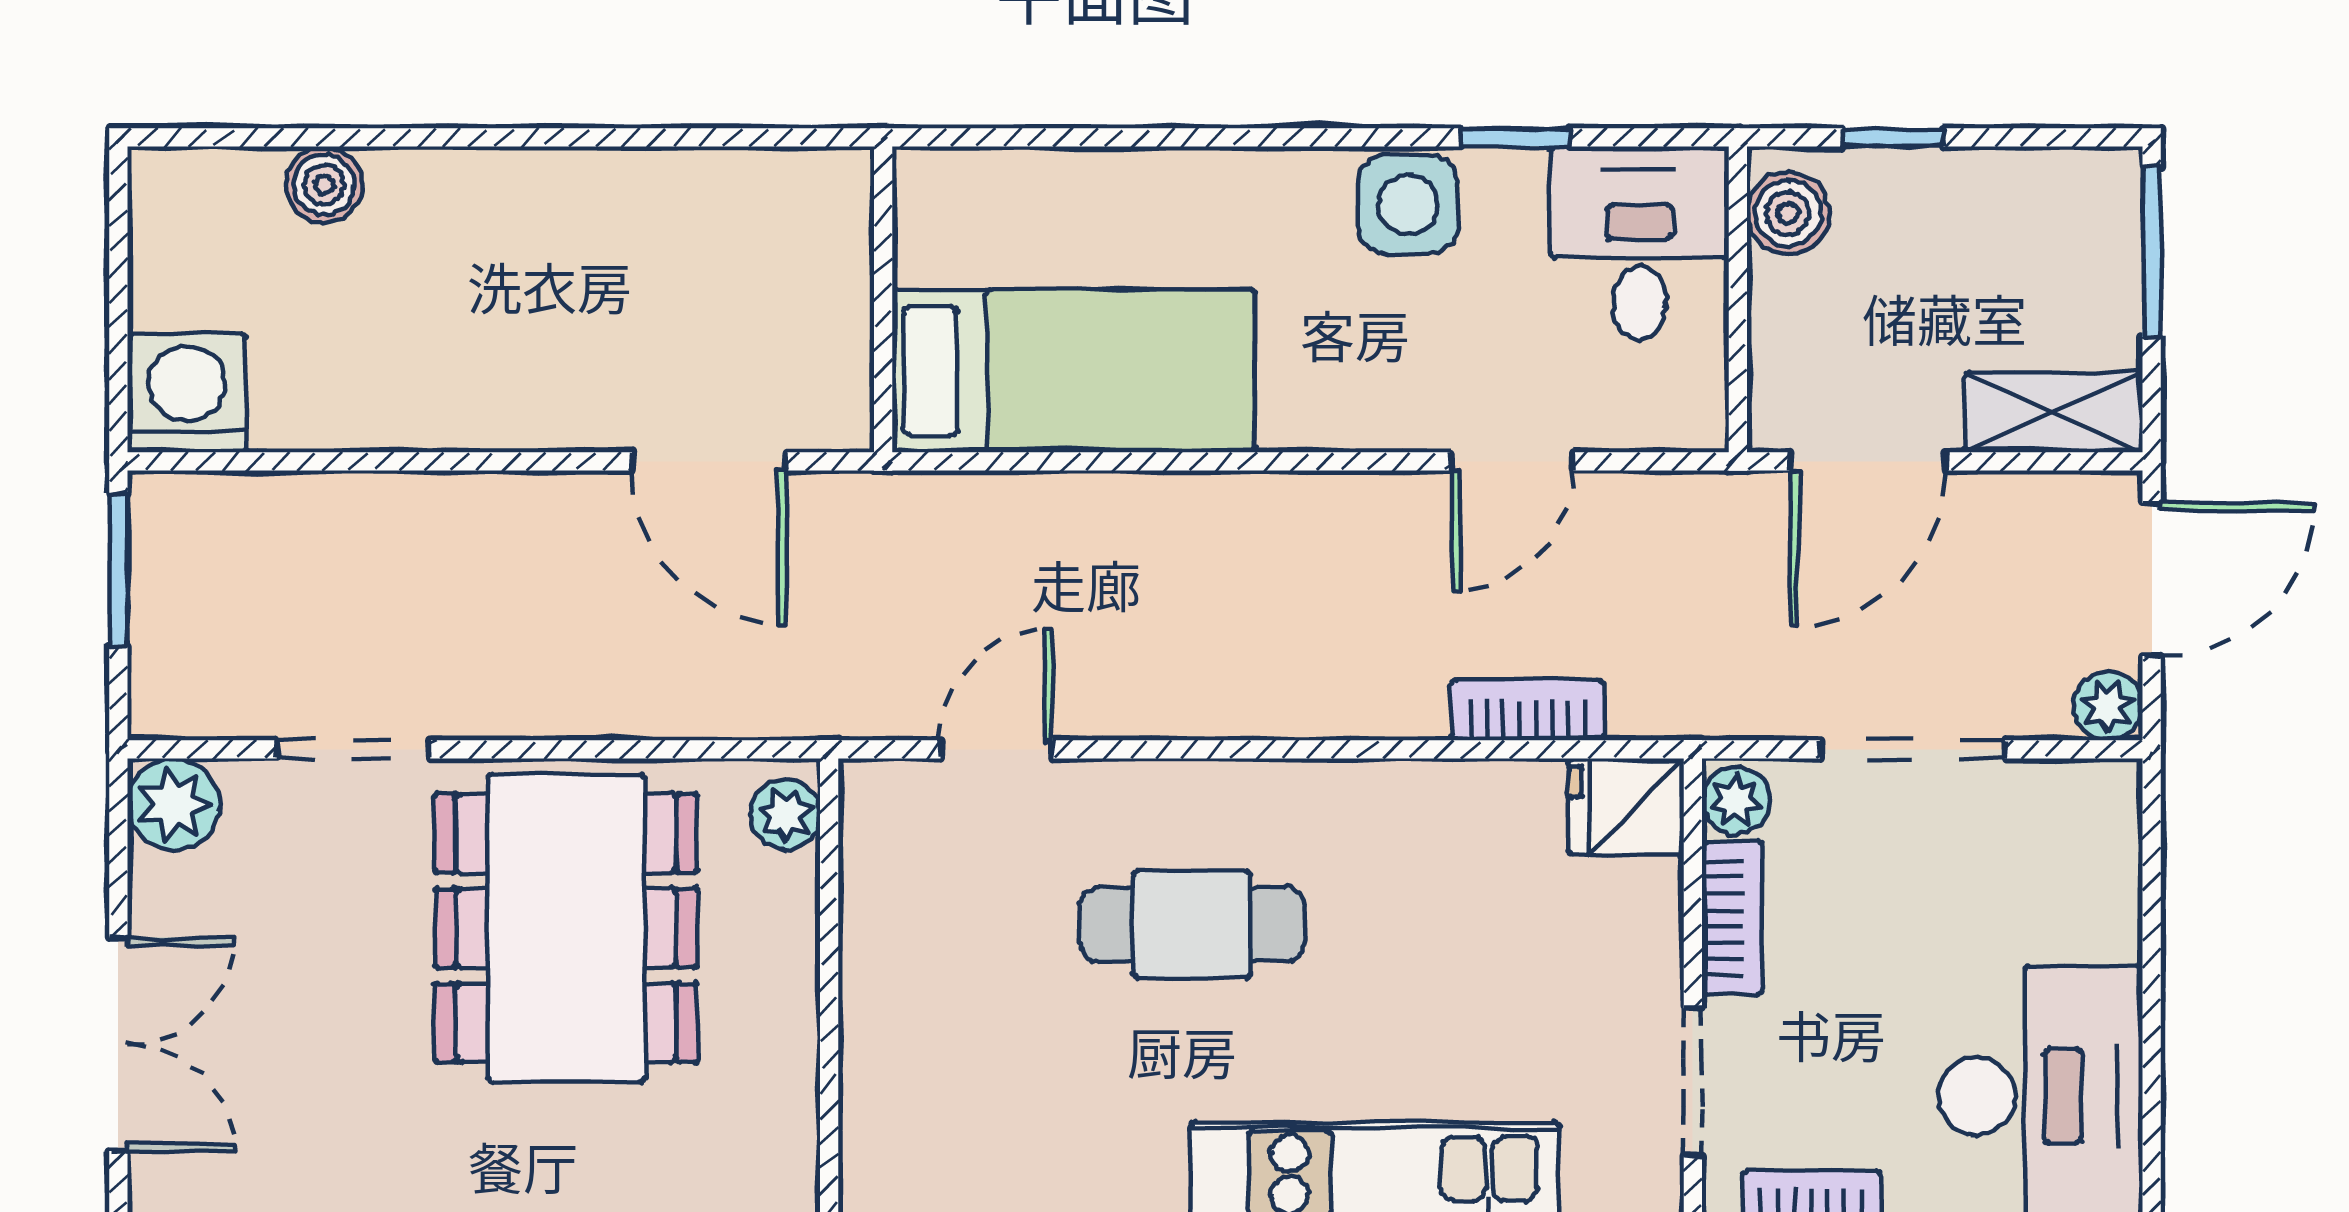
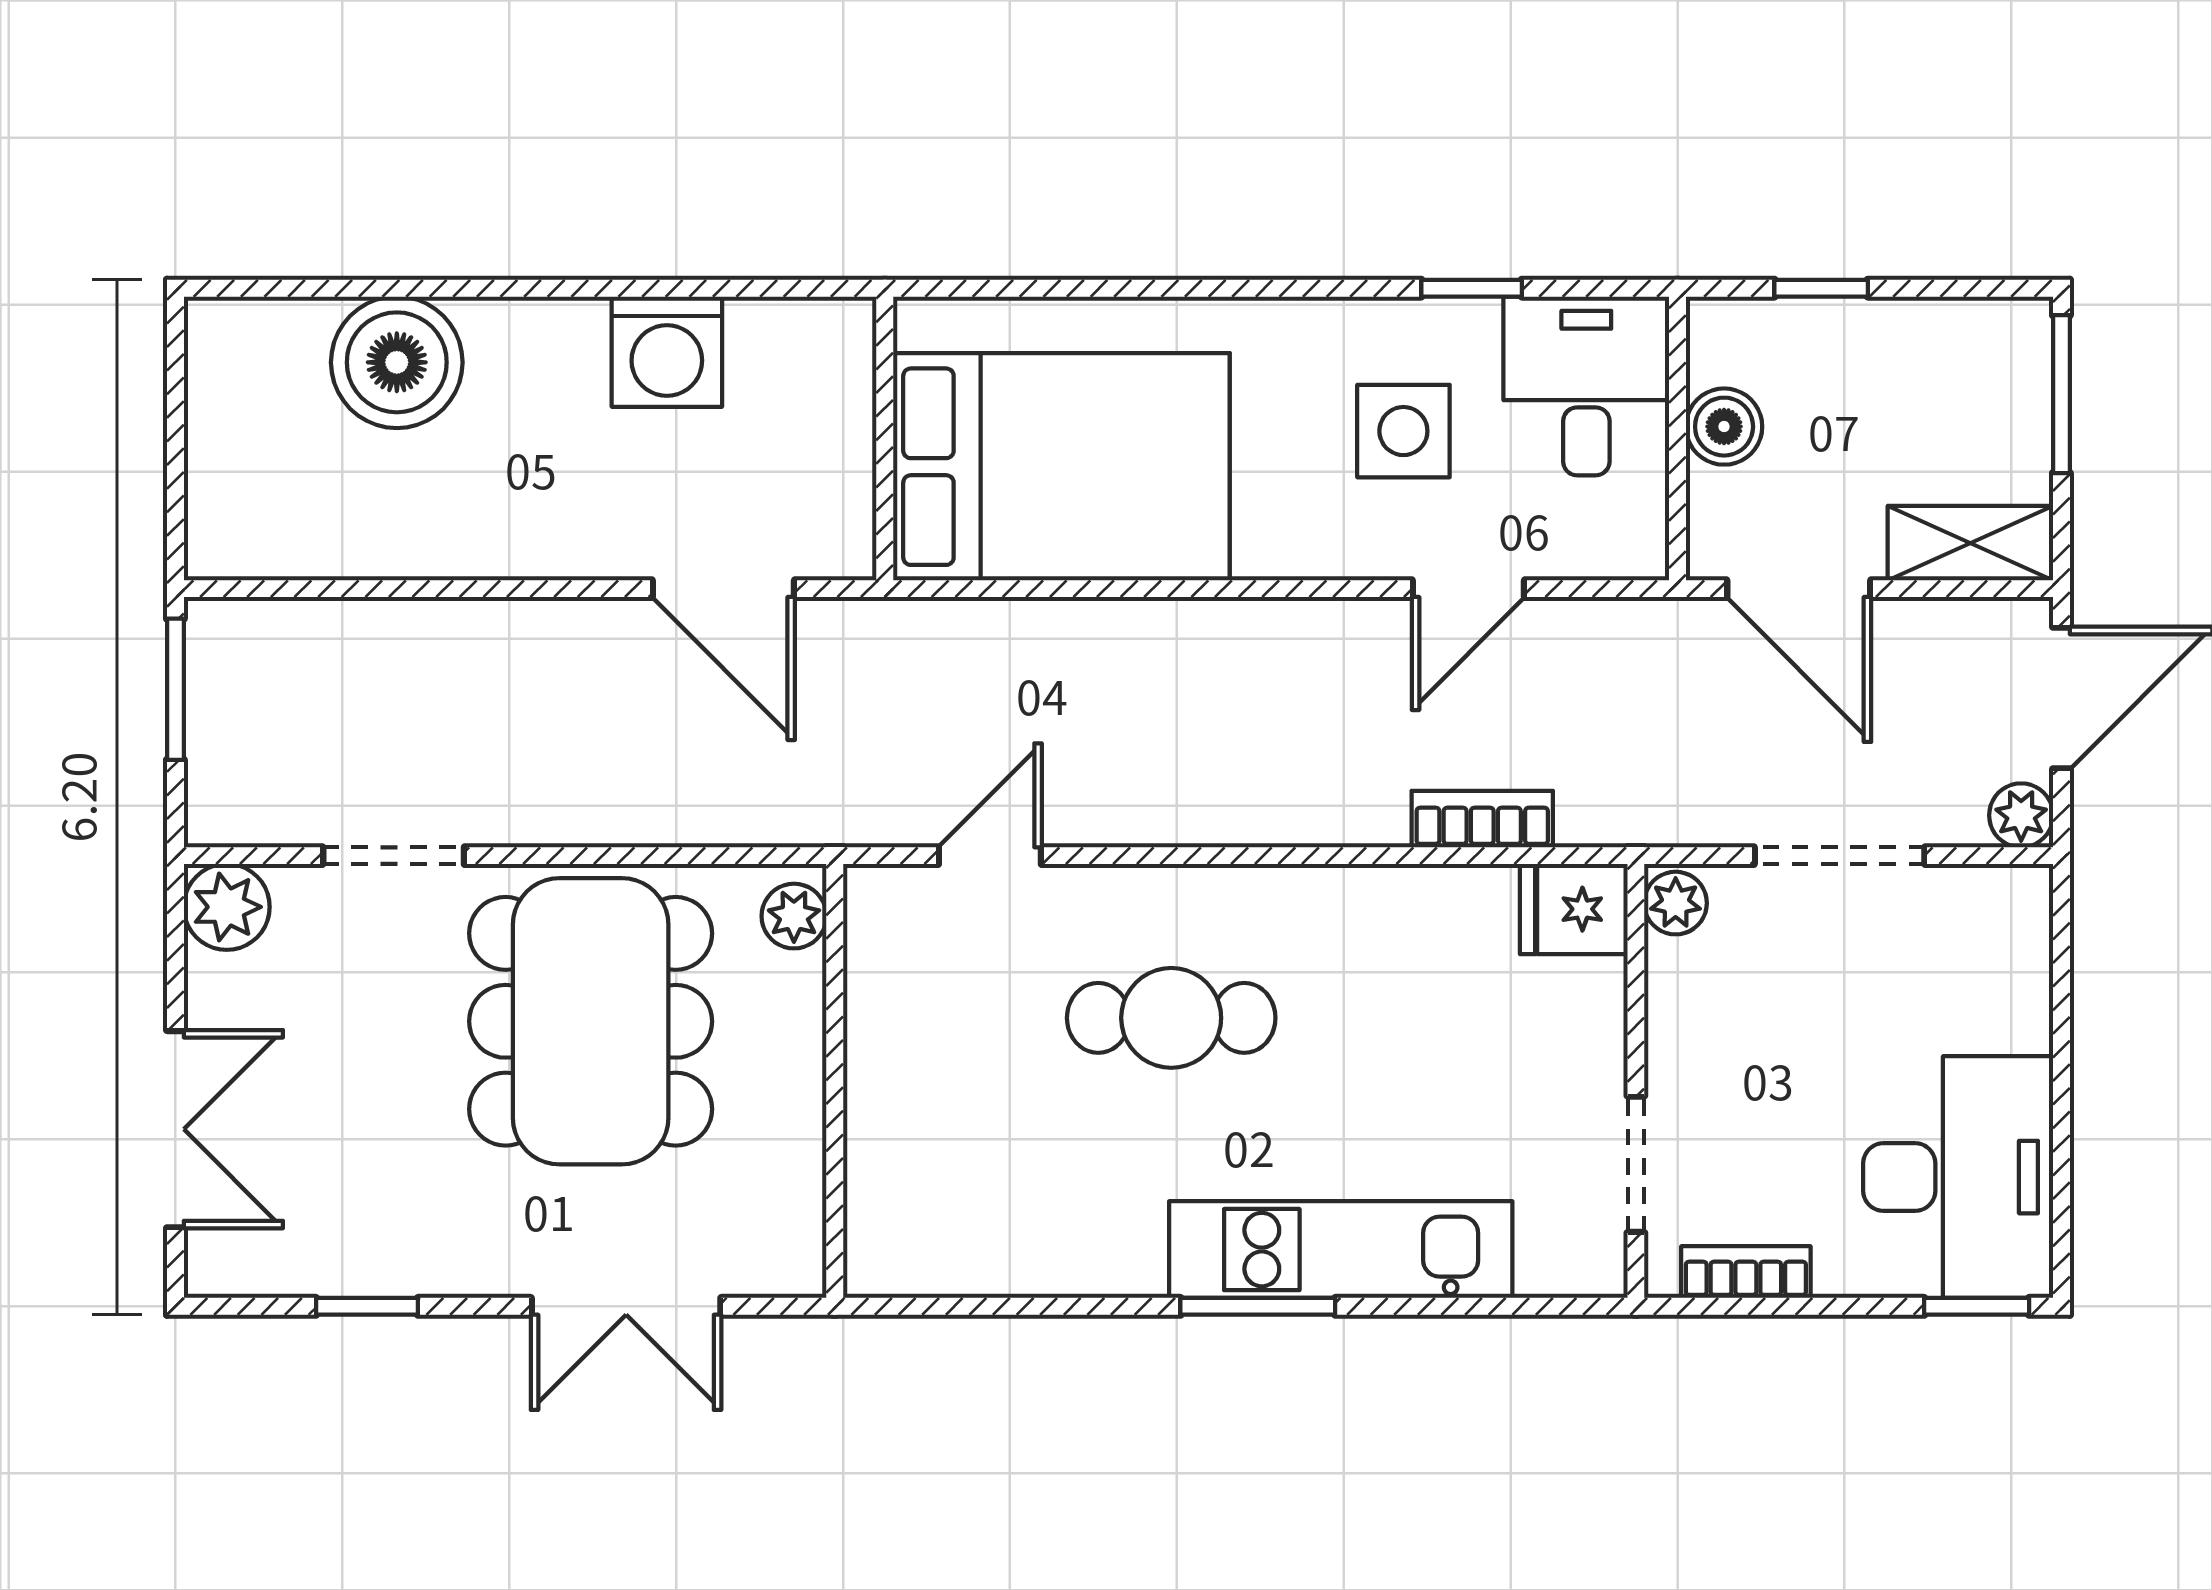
boiler: (324, 185) -> (397, 362), width x1.86, depth x1.86
side table: (1408, 205) -> (1403, 431), moved
boiler: (1788, 213) -> (1724, 427), moved
bed: (1073, 371) -> (1061, 467), width x1.50
washing machine: (187, 393) -> (667, 352), moved, turned 180
door: (1868, 461) -> (1799, 589), hinge flipped
bookcase: (1732, 918) -> (1673, 1012), removed

